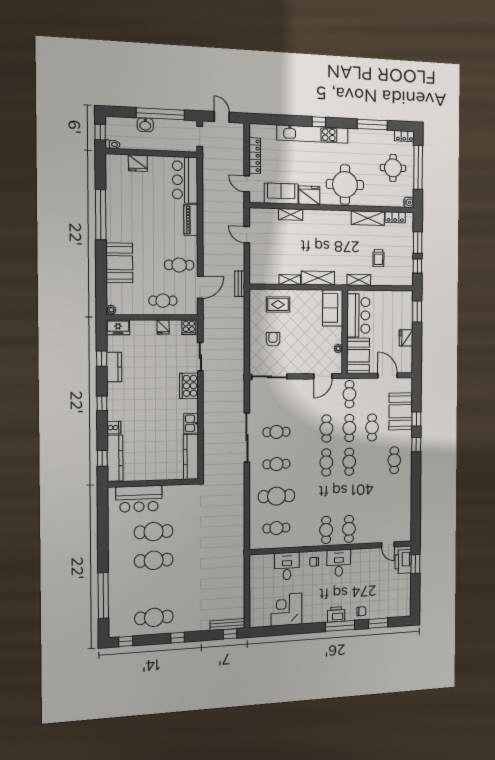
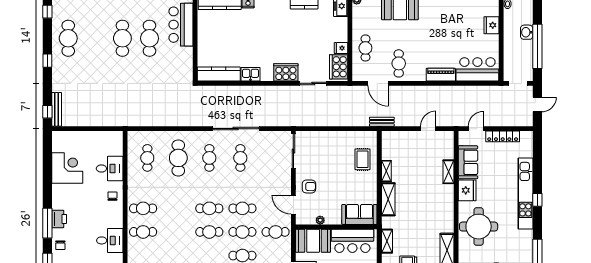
cooker: (189, 327) -> (339, 67), width x1.87, depth x1.31
armchair: (273, 339) -> (309, 187), moved
desk: (339, 563) -> (110, 240), moved

